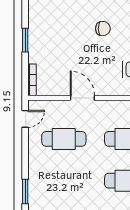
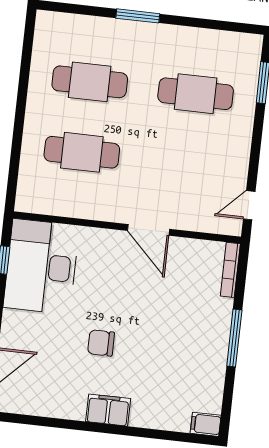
window: (25, 40) -> (234, 338), width x1.44
cafe table: (64, 139) -> (196, 94), moved

